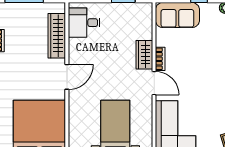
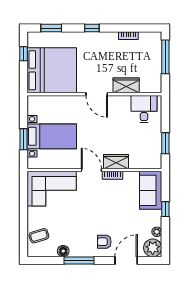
wardrobe: (57, 36) -> (126, 85), width x0.67
door: (154, 83) -> (91, 170), swing flipped

